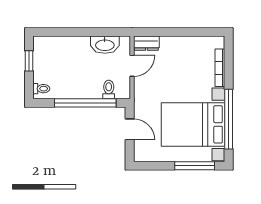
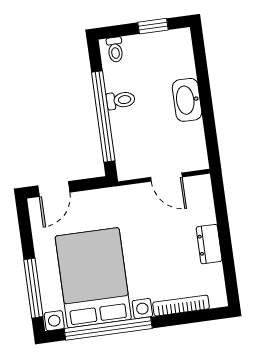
dresser: (146, 43) -> (209, 244), moved
washbasin: (105, 45) -> (187, 100), moved
toilet: (109, 89) -> (121, 100), moved
door: (130, 129) -> (54, 189), moved

